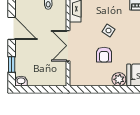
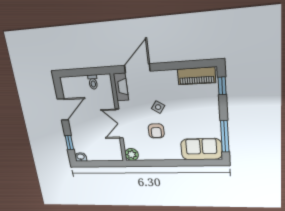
door: (12, 28) -> (63, 109), hinge flipped
plant: (119, 79) -> (132, 154), moved

